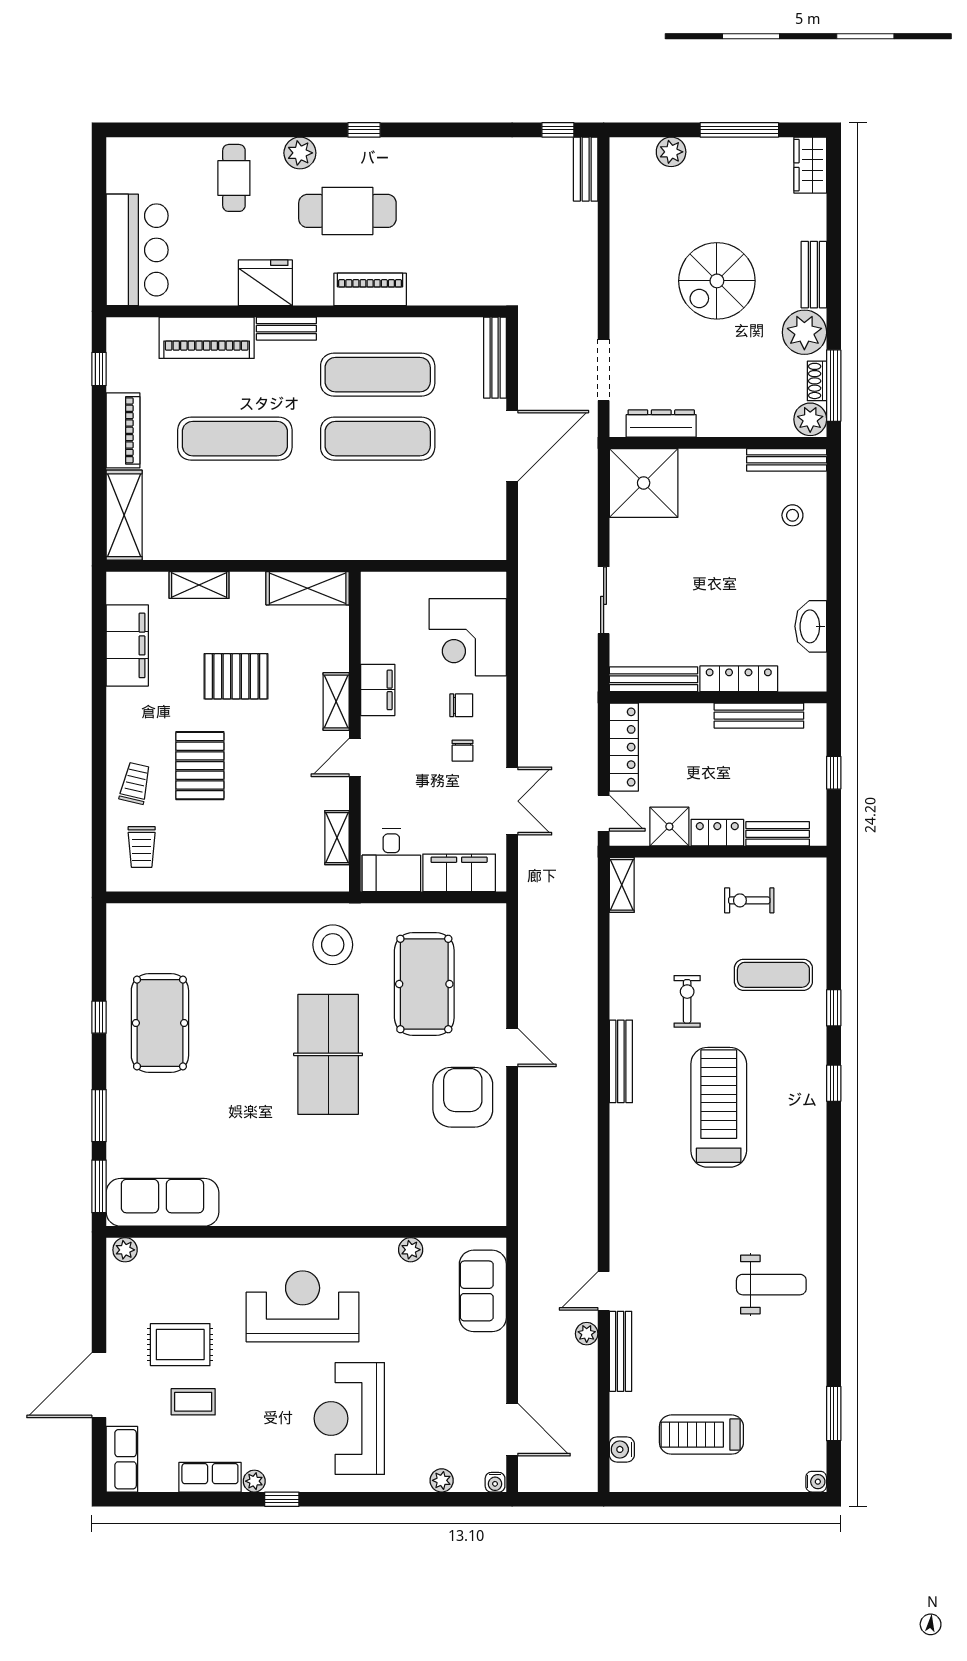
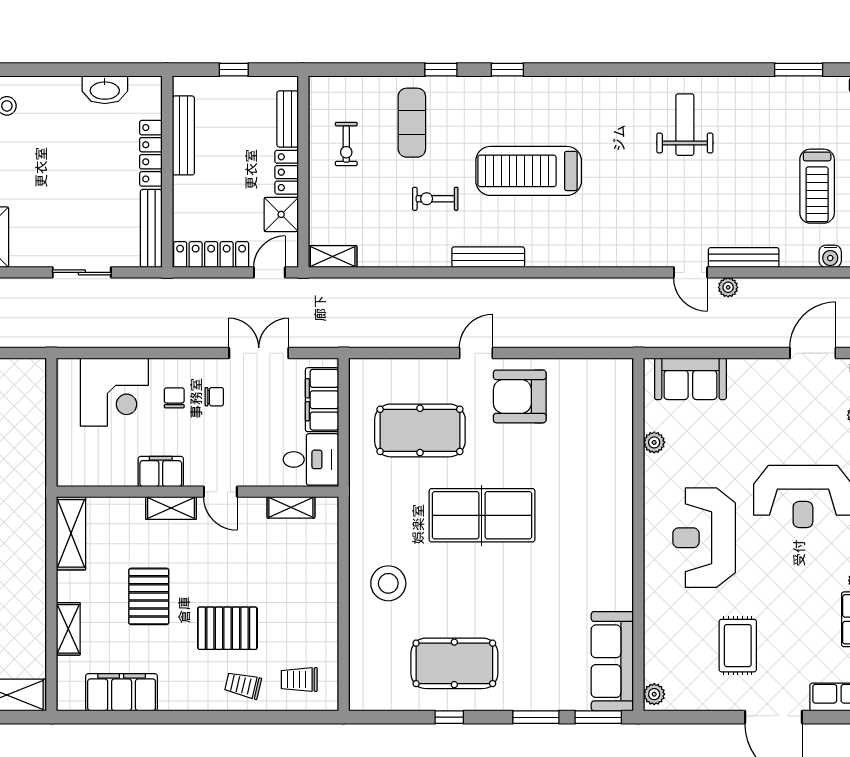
trolley: (142, 847) -> (299, 680), turned 180
stool: (333, 945) -> (388, 583), moved
coffee table: (193, 1402) -> (788, 634), removed

